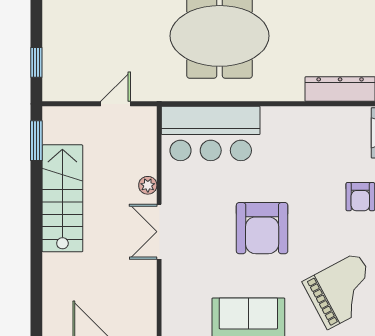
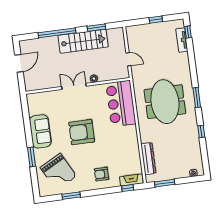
window: (36, 62) -> (156, 20), moved
window: (36, 141) -> (96, 28), moved
window: (36, 253) -> (57, 33), added

